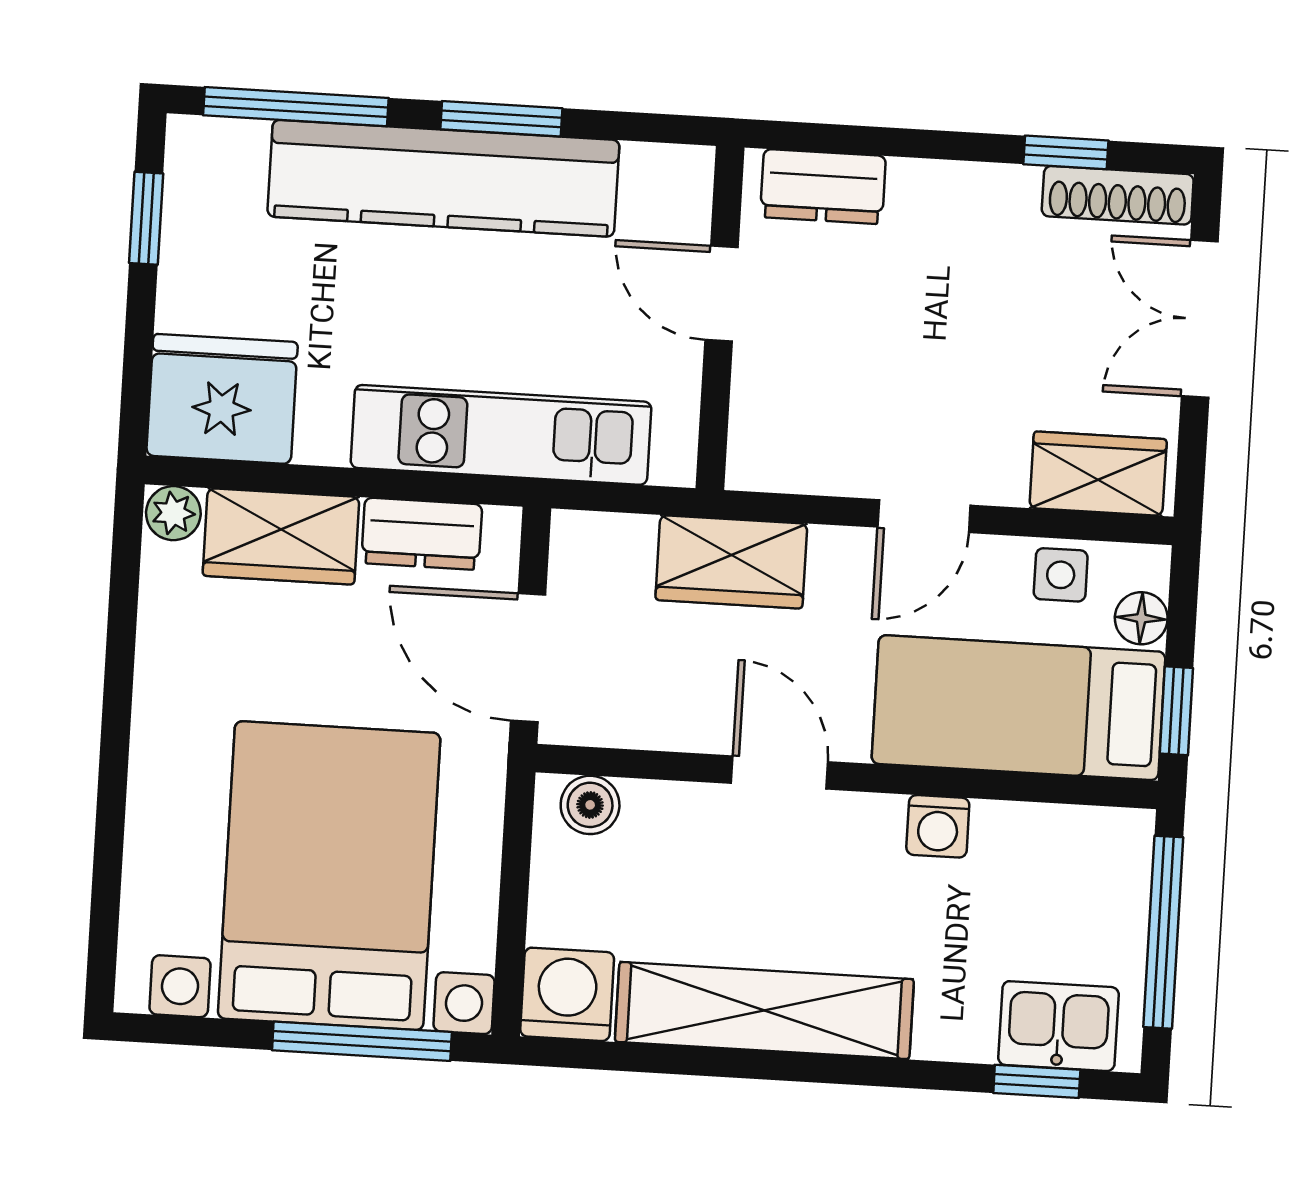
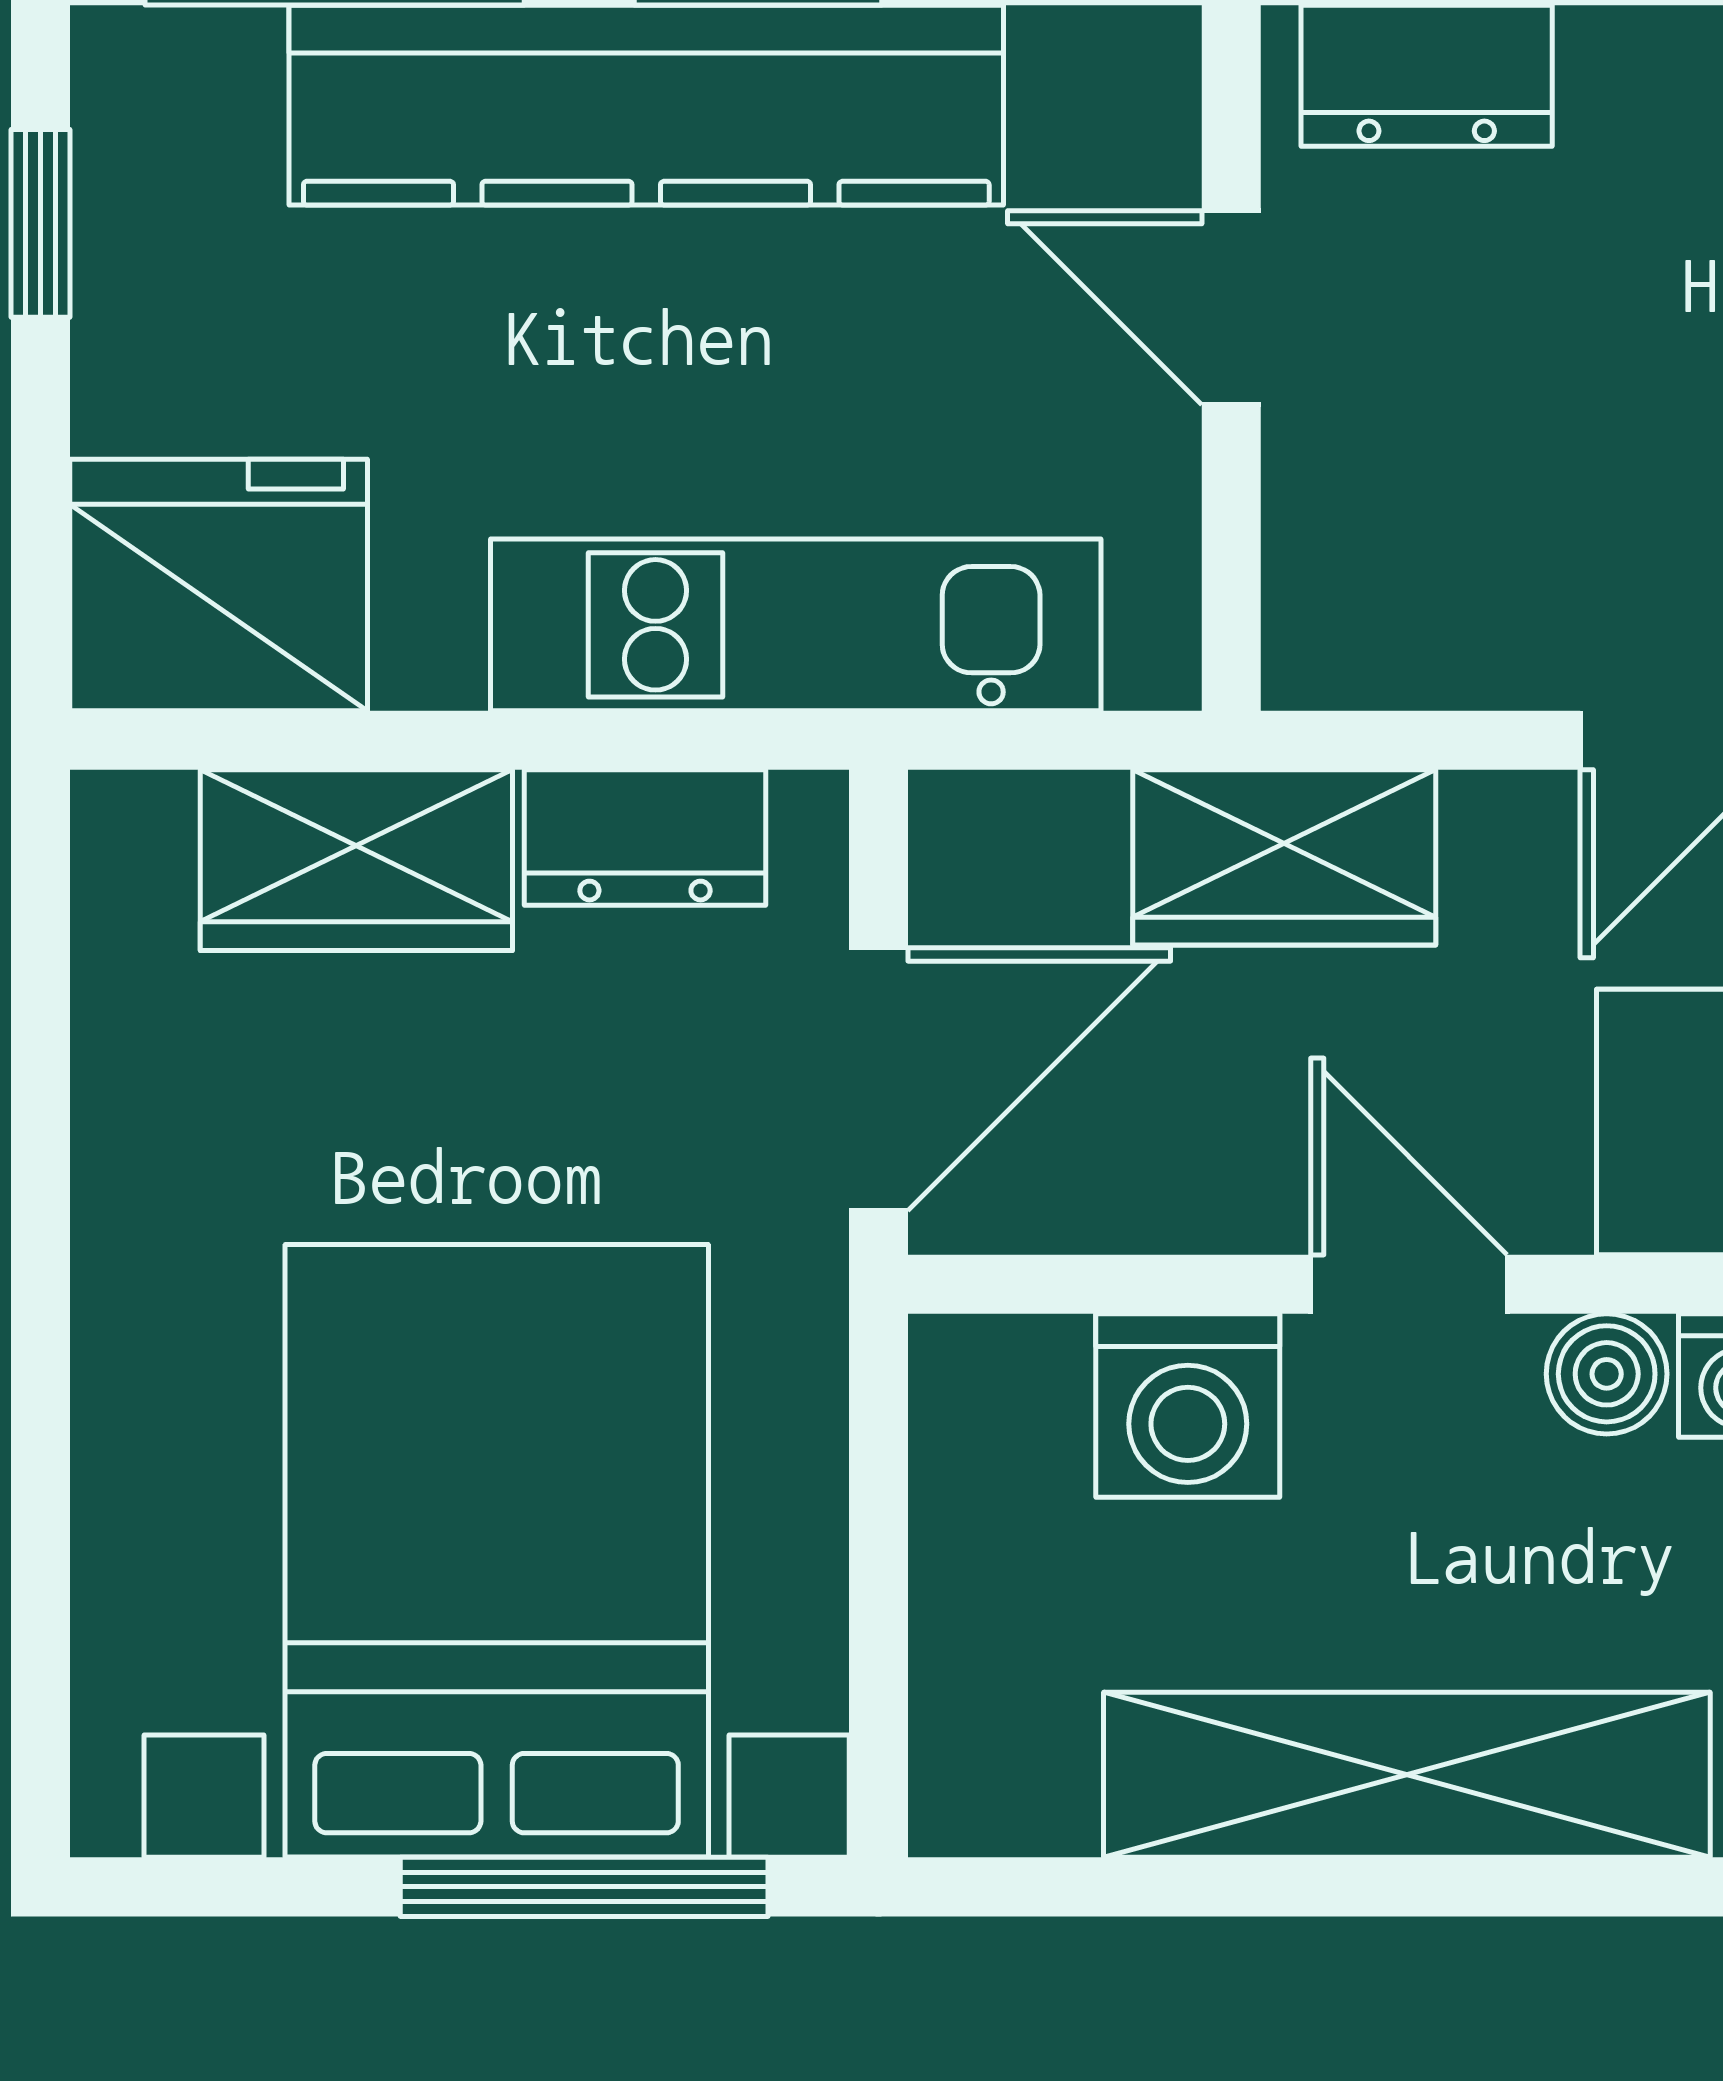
plant: (173, 513) -> (133, 826), removed
door: (528, 658) -> (878, 1079), swing flipped
boiler: (590, 805) -> (1607, 1374), moved
washing machine: (567, 994) -> (1188, 1405), moved, turned 180

